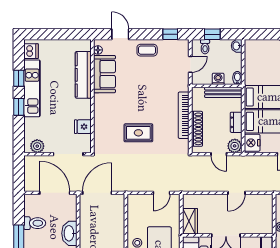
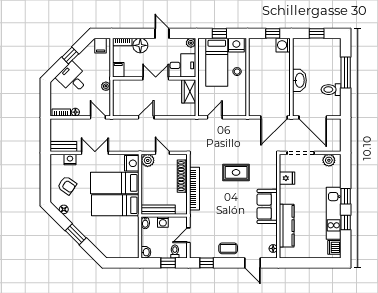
sofa: (104, 74) -> (267, 206), moved
dresser: (236, 122) -> (146, 182), removed

